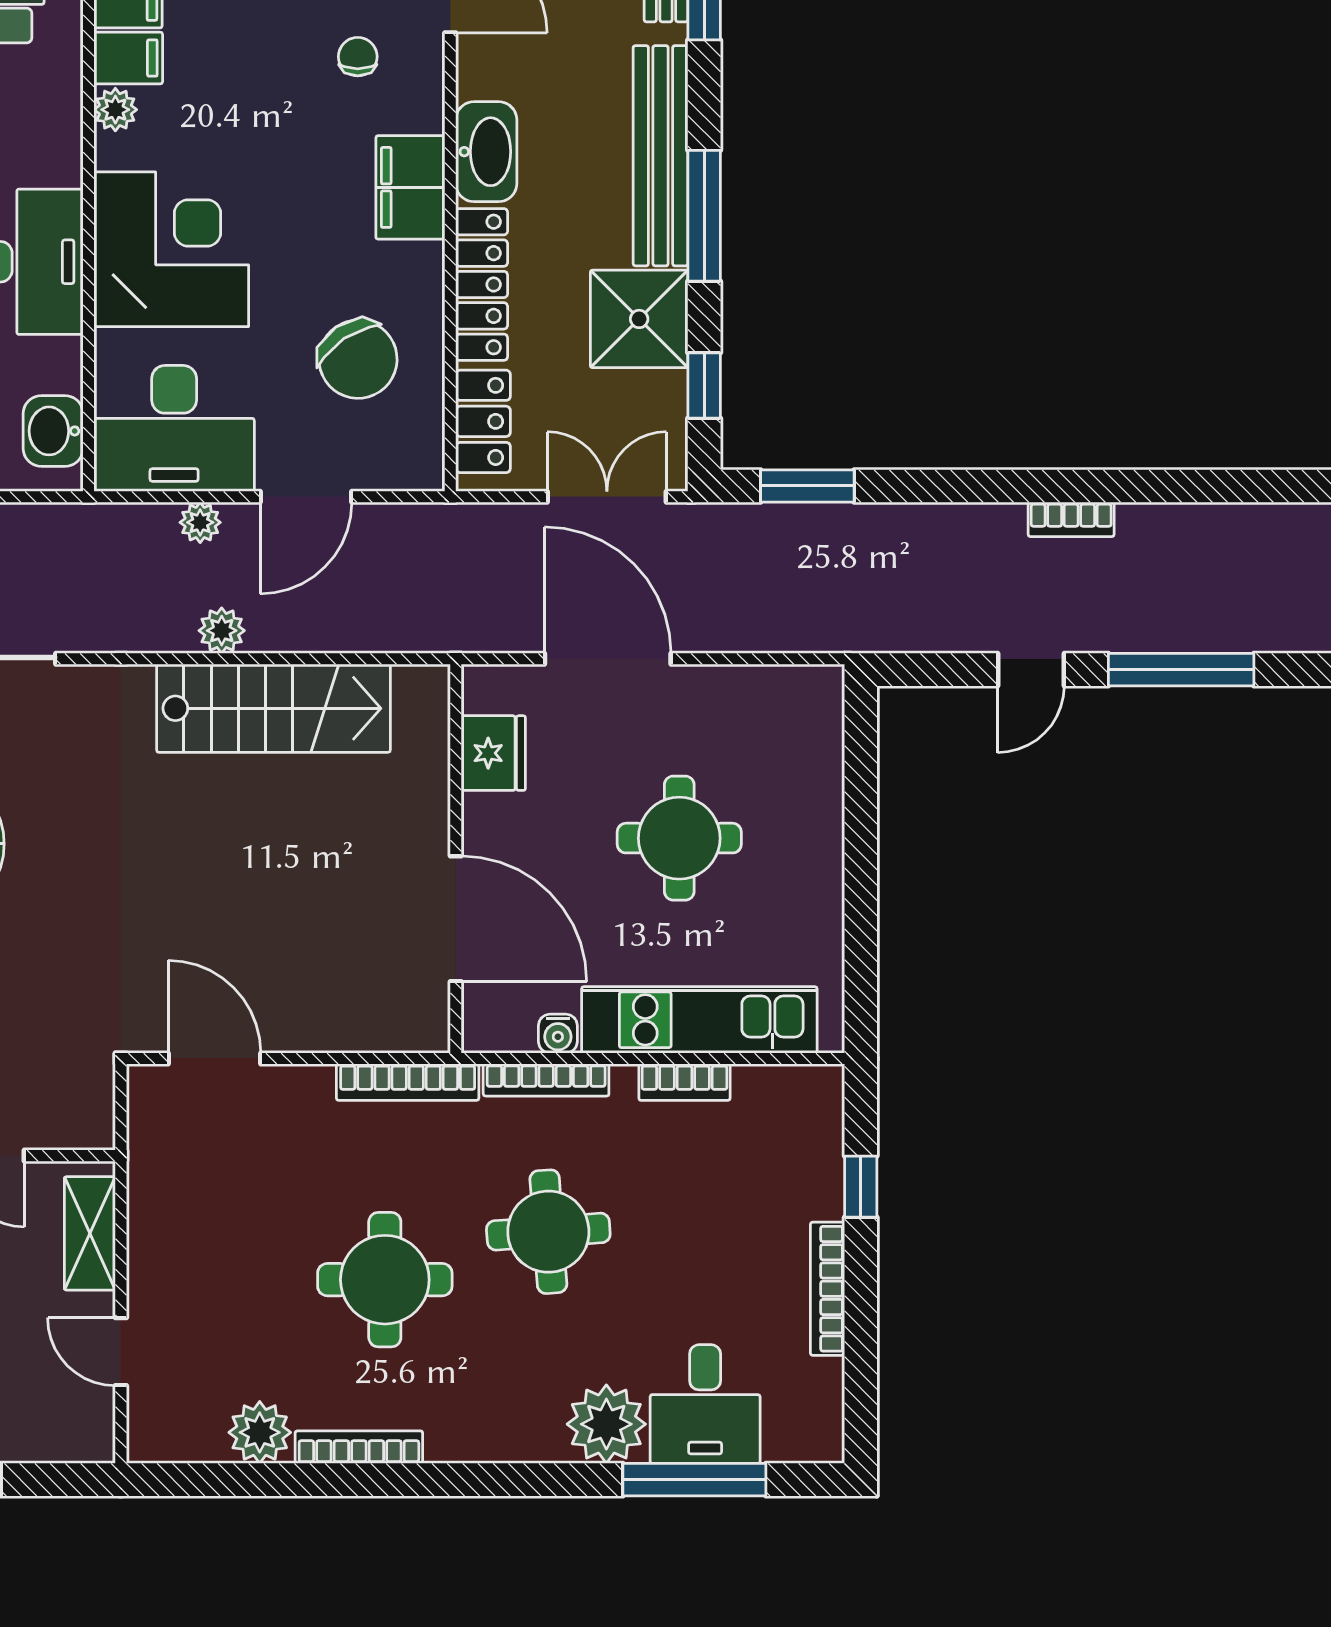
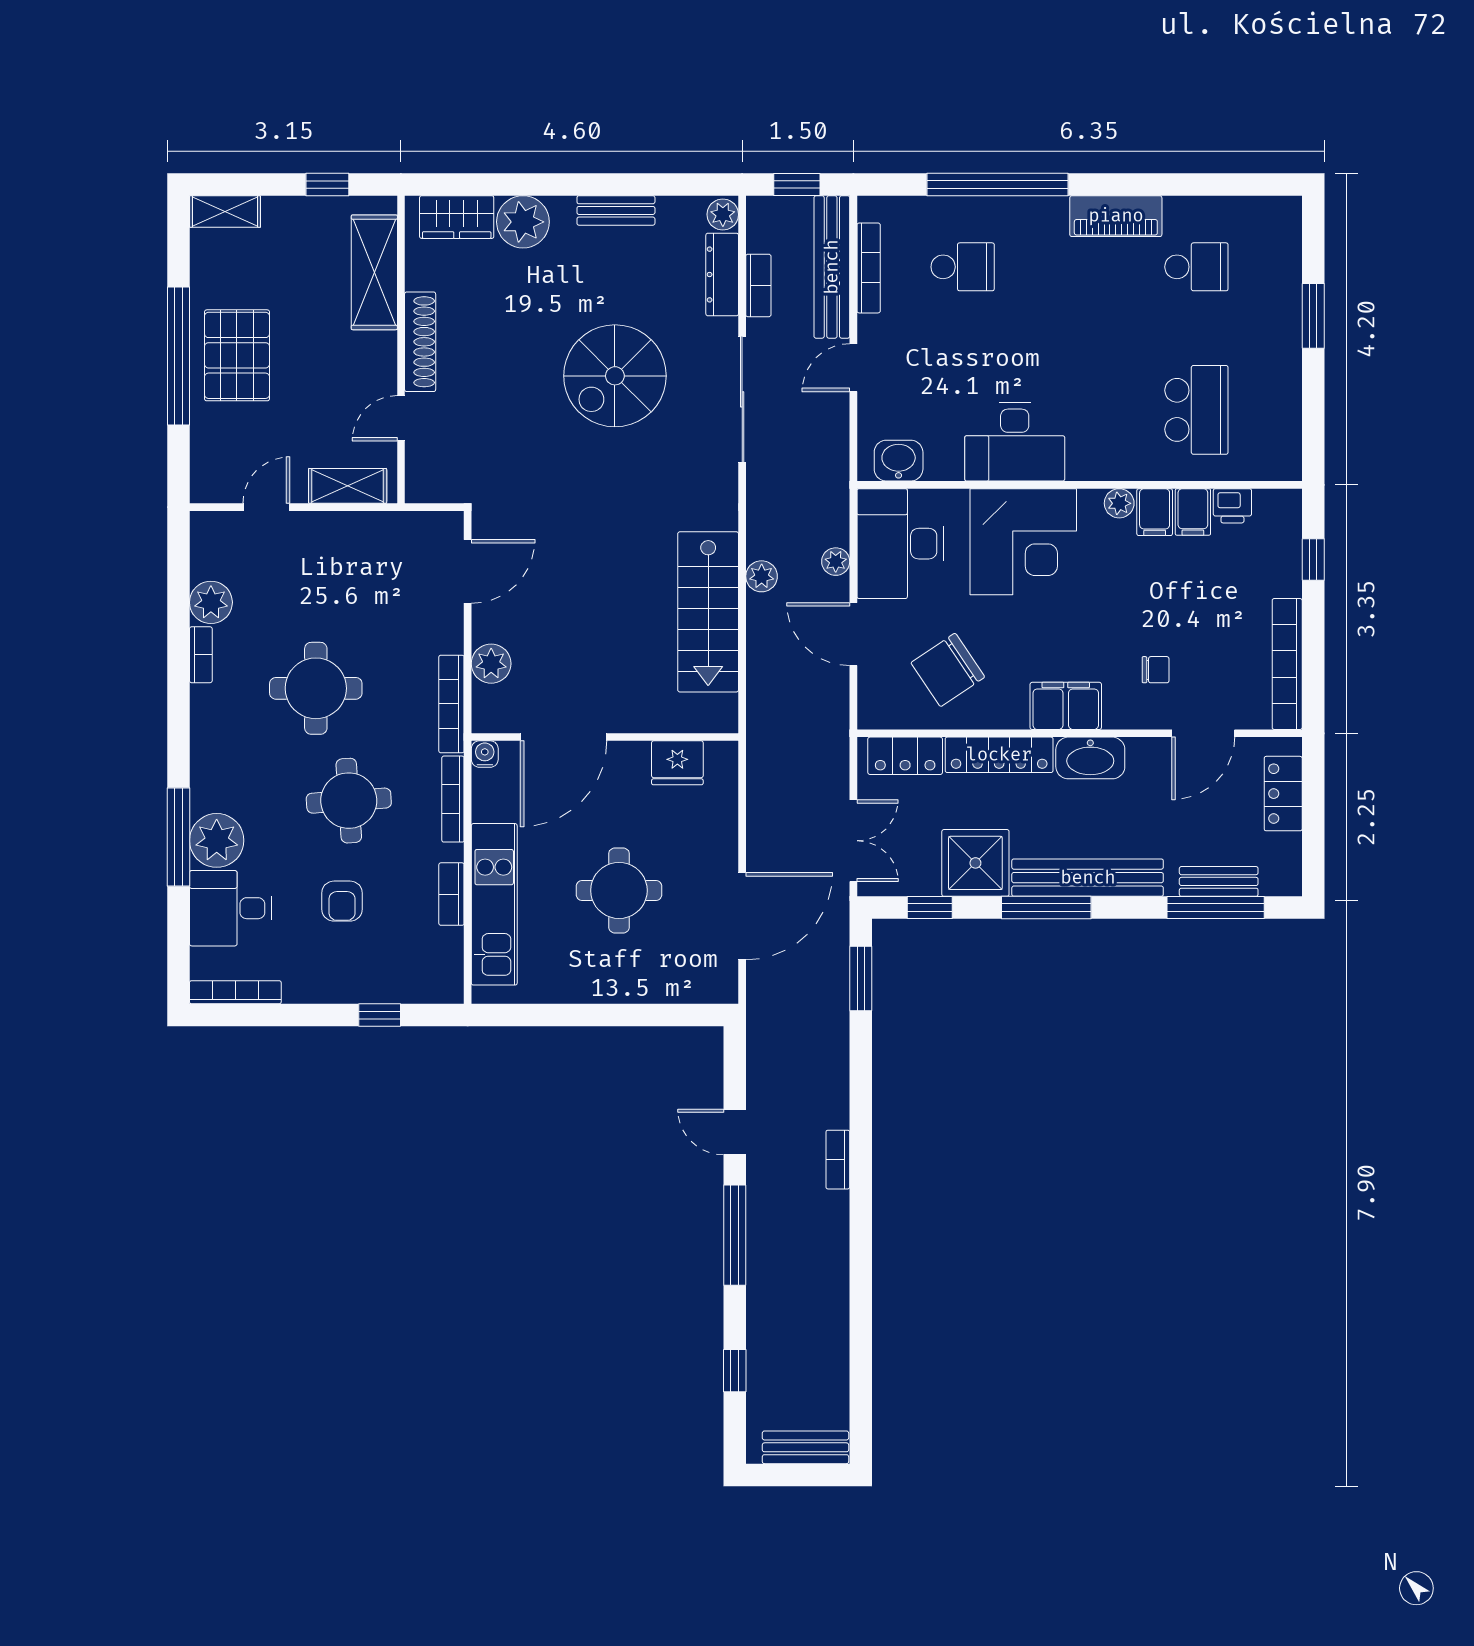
door: (608, 659) -> (742, 916), moved
plant: (349, 1024) -> (491, 664), added
water cooler: (558, 1034) -> (485, 754), moved, turned 90
armchair: (695, 1242) -> (342, 901), added
bookcase: (827, 1289) -> (235, 992), moved
bookcase: (359, 1447) -> (201, 655), width x0.64
window: (694, 1480) -> (178, 837), moved

